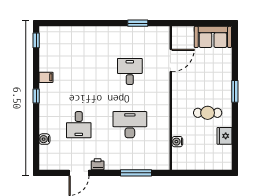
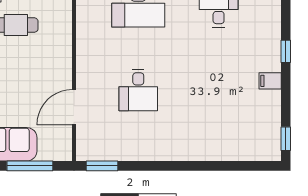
window: (138, 23) -> (102, 166), moved
window: (199, 23) -> (30, 166), added

